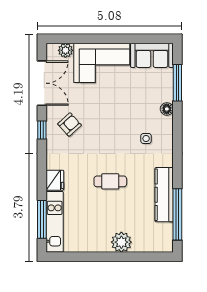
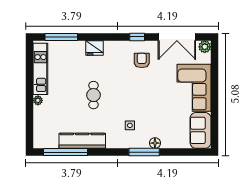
plant: (65, 50) -> (205, 47), moved
window: (177, 83) -> (144, 152), moved
armchair: (70, 125) -> (142, 60), turned -138
kitchen unit: (55, 222) -> (40, 69), moved, turned -90
plant: (121, 242) -> (38, 100), width x0.53, depth x0.53

